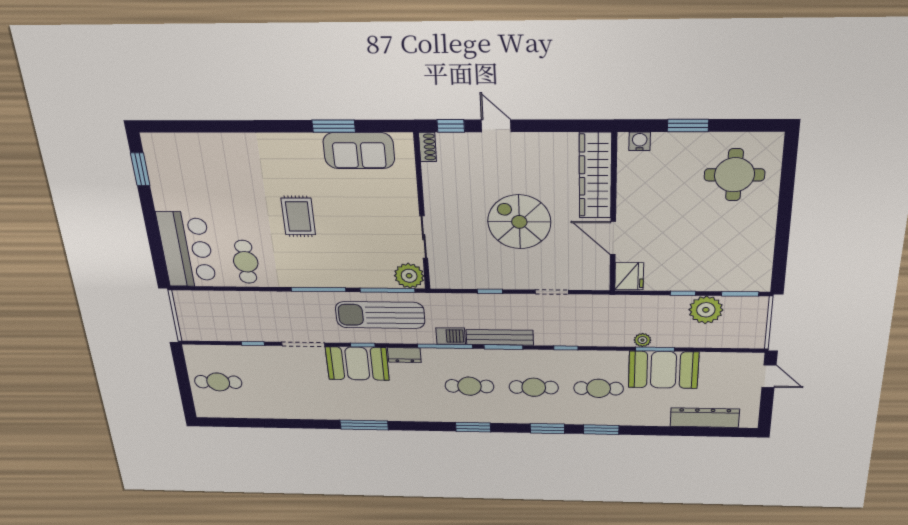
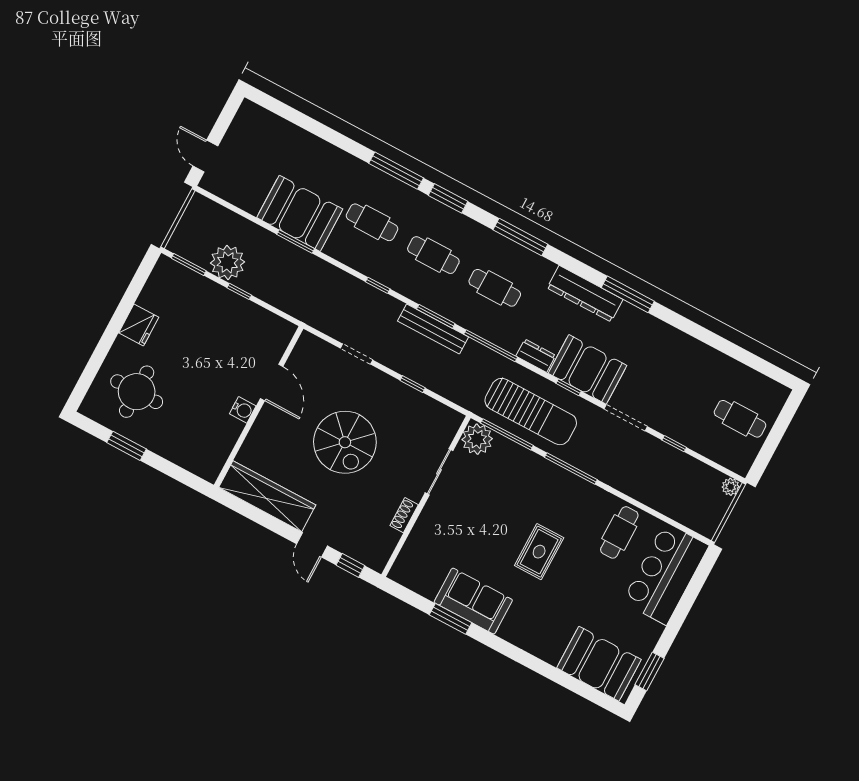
window: (688, 125) -> (126, 446), moved
water cooler: (640, 141) -> (243, 410), moved, turned -90
shoe rack: (428, 147) -> (404, 515), moved
sofa: (359, 151) -> (473, 601), moved
booth: (185, 154) -> (599, 664), added
wardrobe: (595, 176) -> (267, 496), moved, turned -90
fridge: (629, 276) -> (139, 325), moved, turned 180
barbecue: (451, 336) -> (478, 354), removed
plant: (642, 340) -> (731, 487), moved
dresser: (705, 418) -> (585, 294), moved
window: (473, 427) -> (520, 237), width x1.44
window: (601, 430) -> (396, 171), width x1.44

